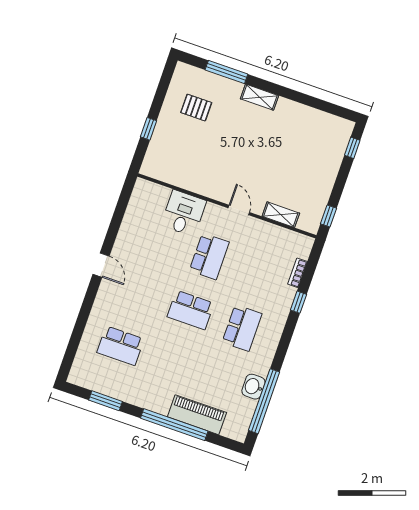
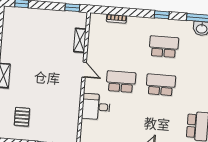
door: (239, 210) -> (84, 70), swing flipped
window: (299, 302) -> (162, 15), moved
school desk: (191, 310) -> (161, 85), turned -90

